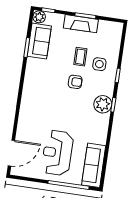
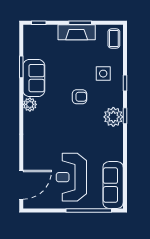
plant: (39, 17) -> (30, 104), moved
sofa: (39, 41) -> (34, 78), moved
coffee table: (80, 57) -> (114, 38), moved

